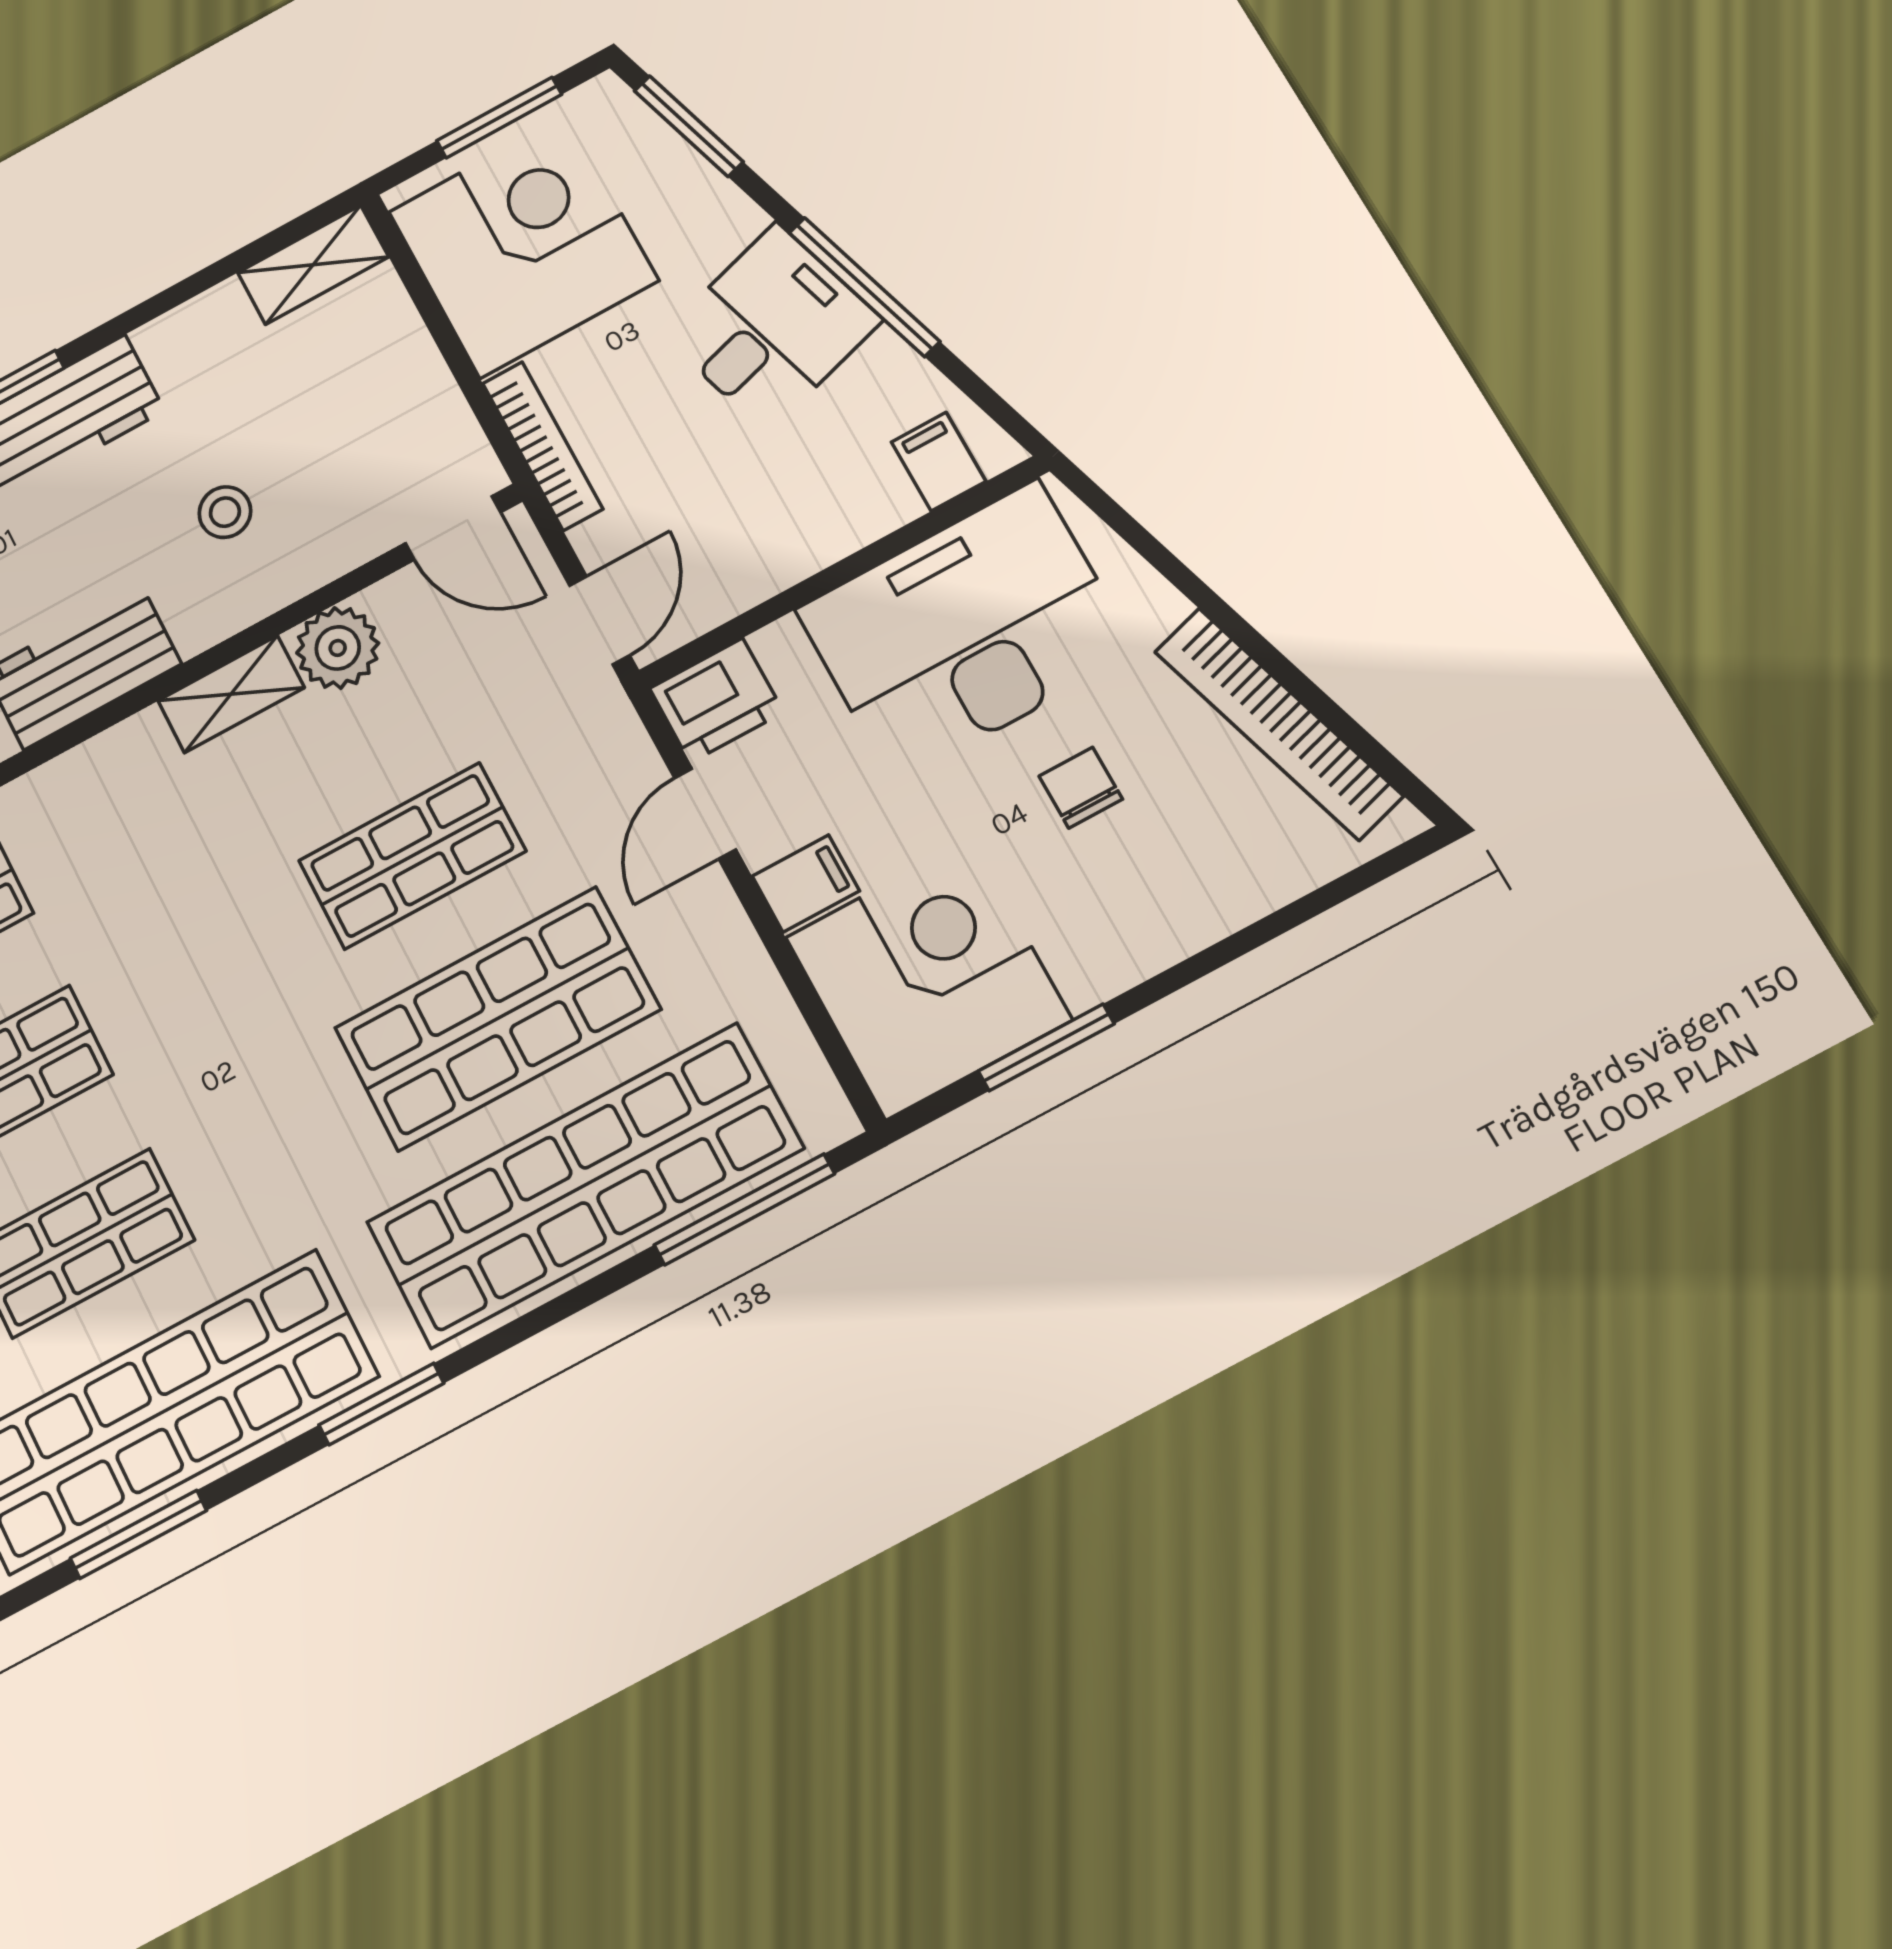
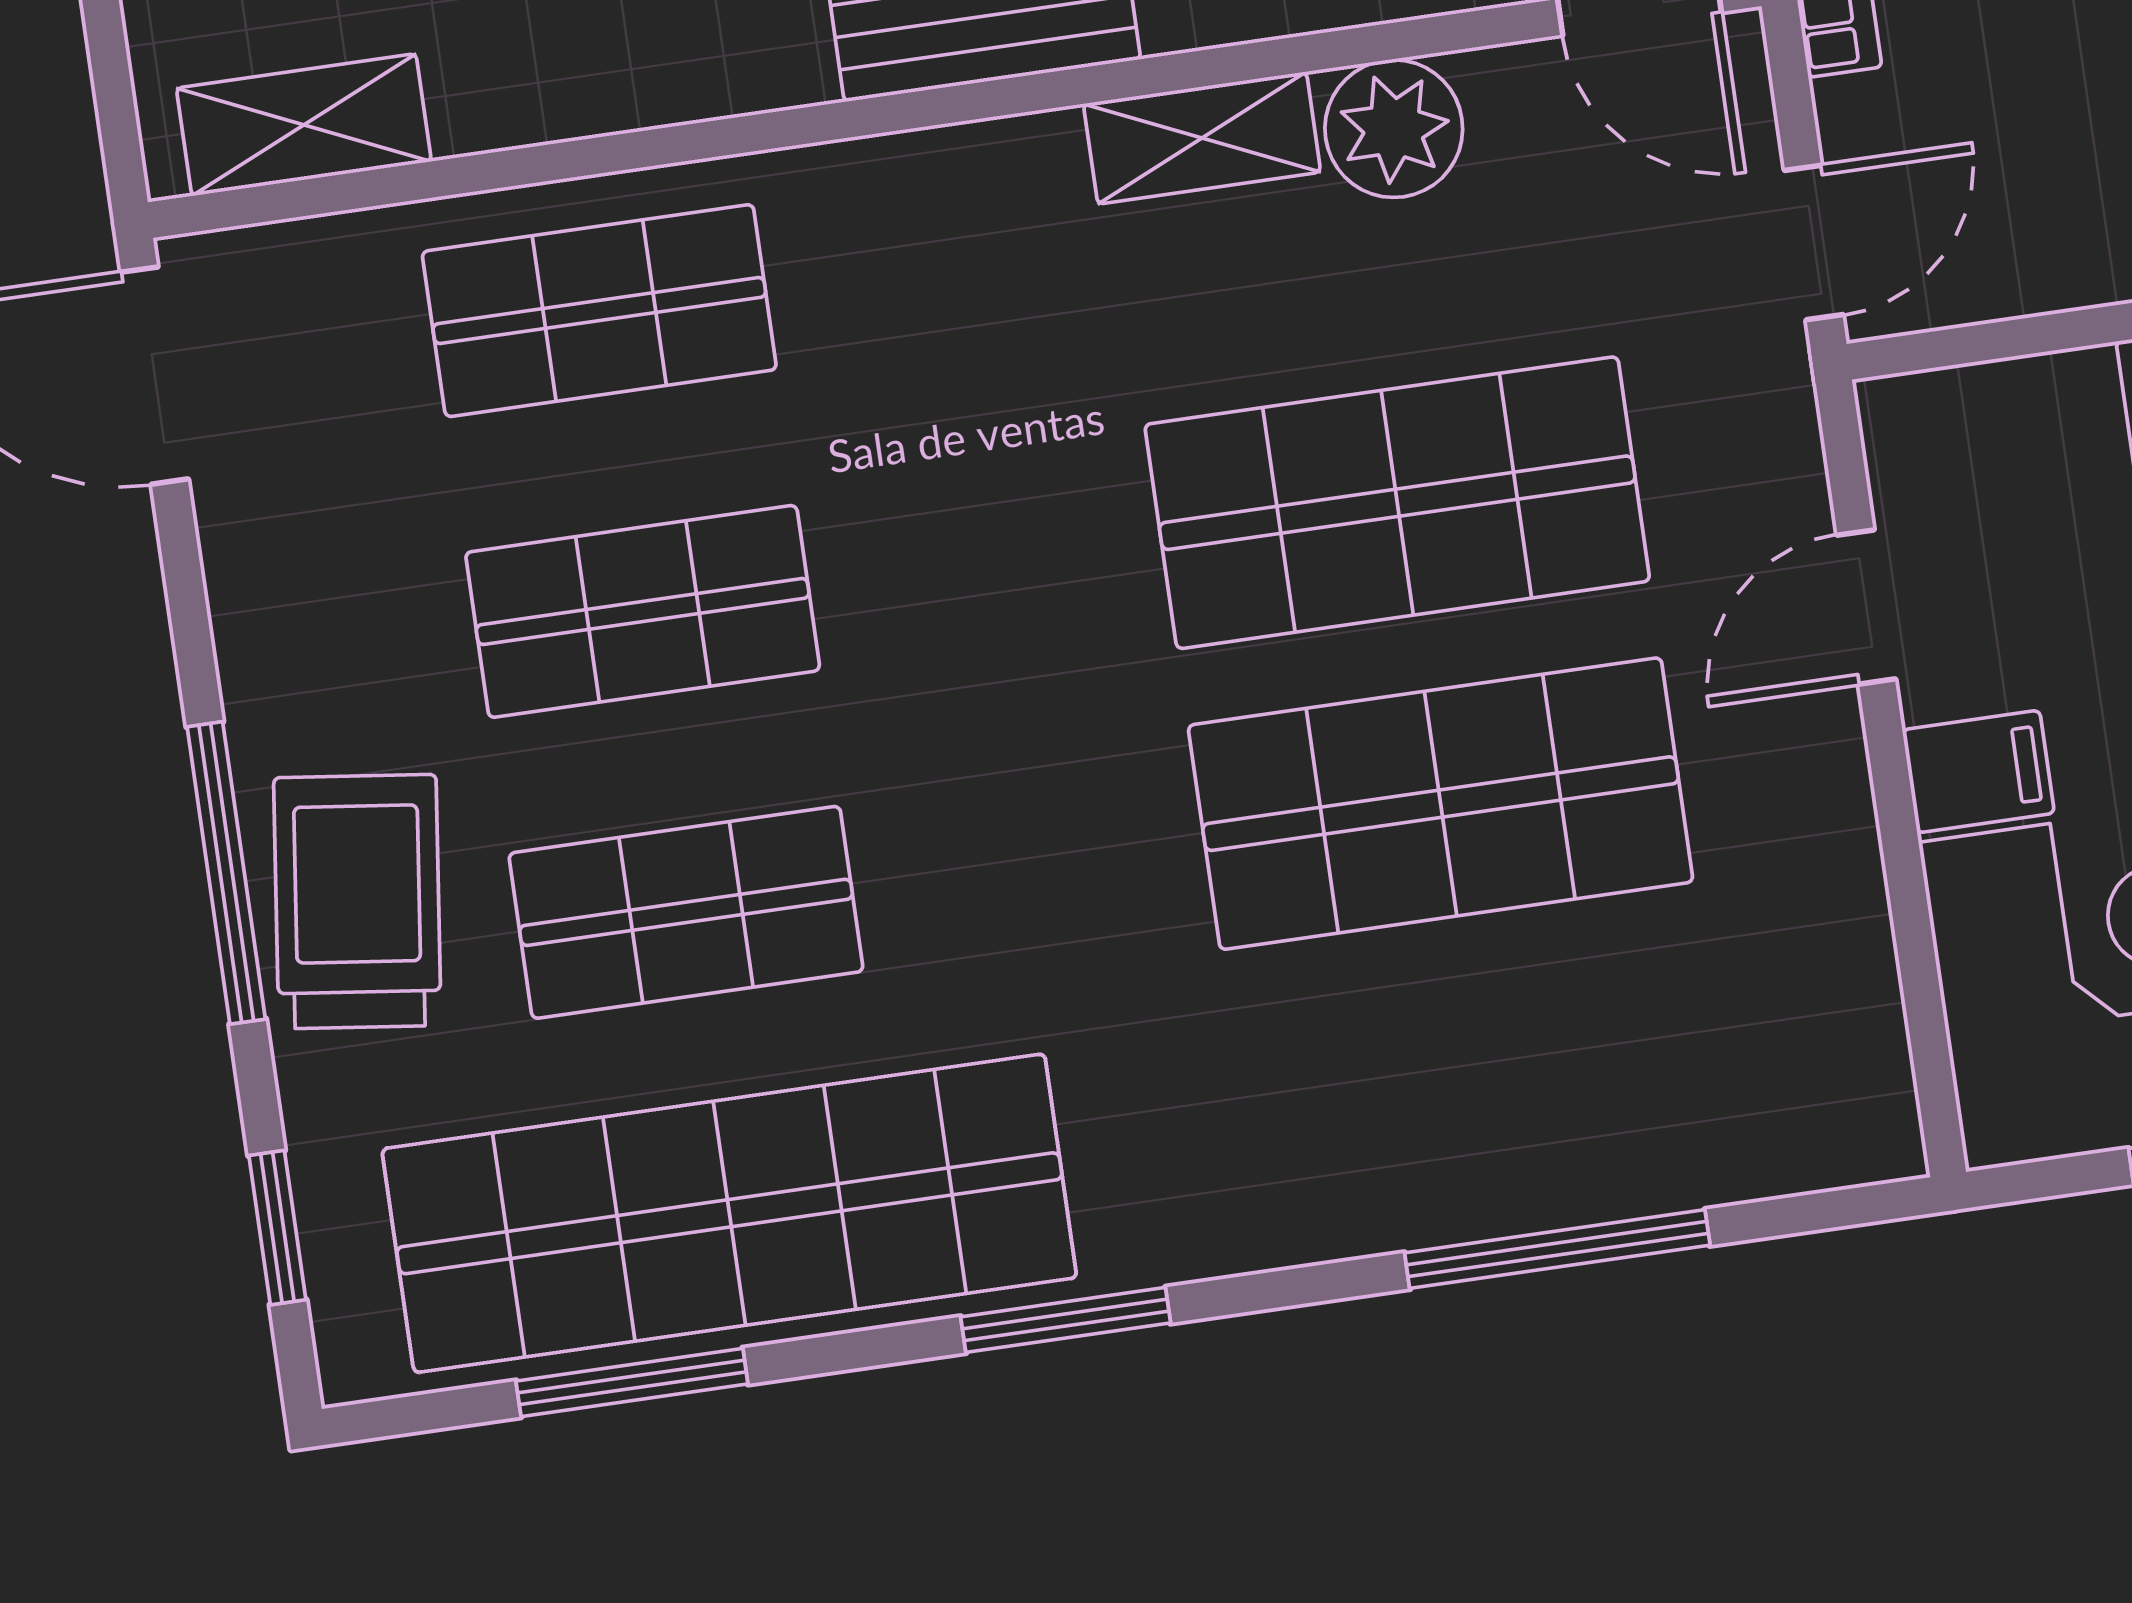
printer: (717, 700) -> (1947, 438), removed
shop shelf: (412, 856) -> (1397, 503), width x1.43, depth x1.36
shop shelf: (584, 1185) -> (1484, 1105), removed
window: (744, 1209) -> (1557, 1249), moved

